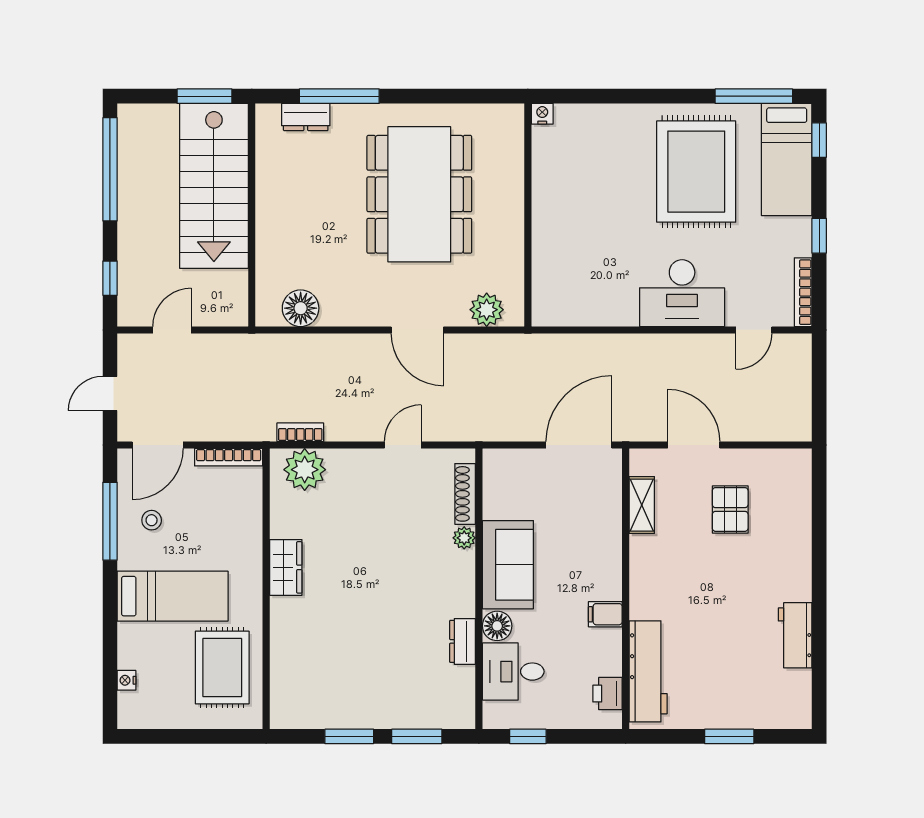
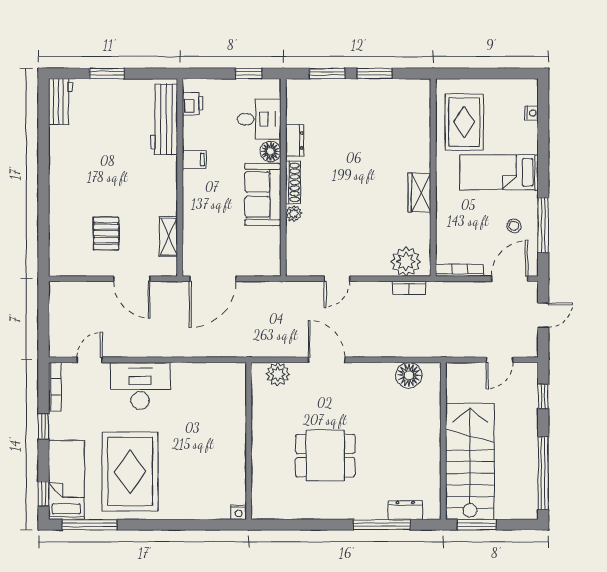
dining table: (419, 194) -> (325, 455), width x0.53, depth x0.80
shoe rack: (465, 494) -> (293, 182), moved
workbench: (795, 635) -> (60, 102), moved

